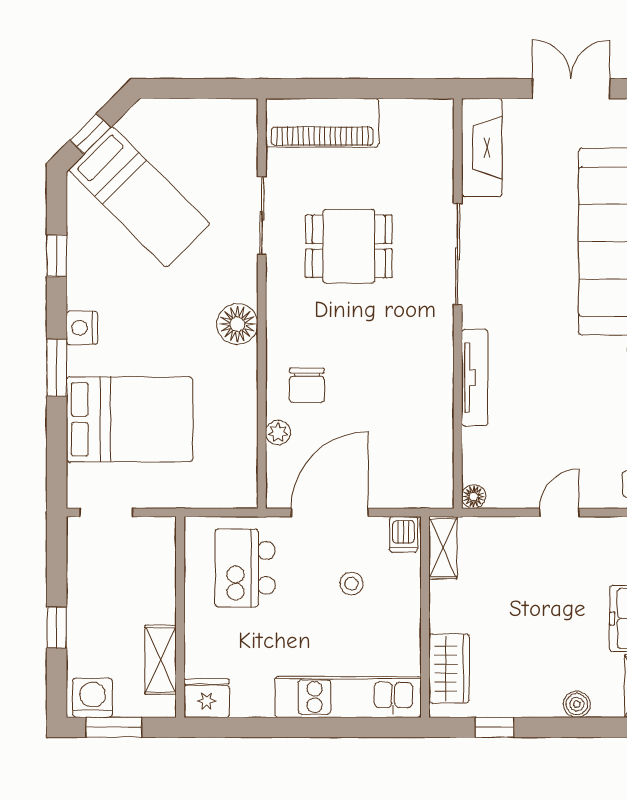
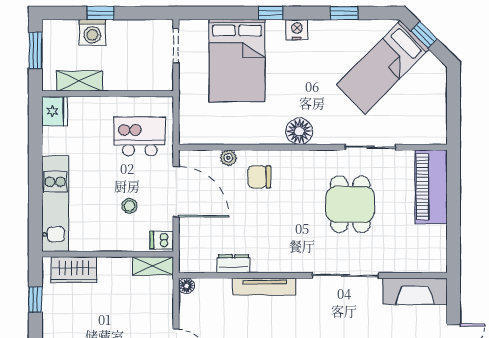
window: (57, 368) -> (271, 13), width x0.67
dresser: (440, 425) -> (234, 264), added
washing machine: (93, 698) -> (92, 32), moved, turned 90

